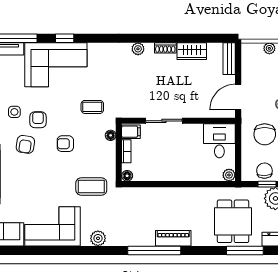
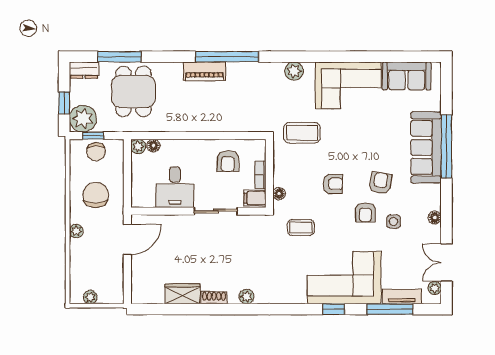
bench: (229, 59) -> (138, 285), removed
desk: (219, 141) -> (175, 187), moved
armchair: (154, 163) -> (228, 161), added
floor lamp: (127, 176) -> (153, 146), moved

